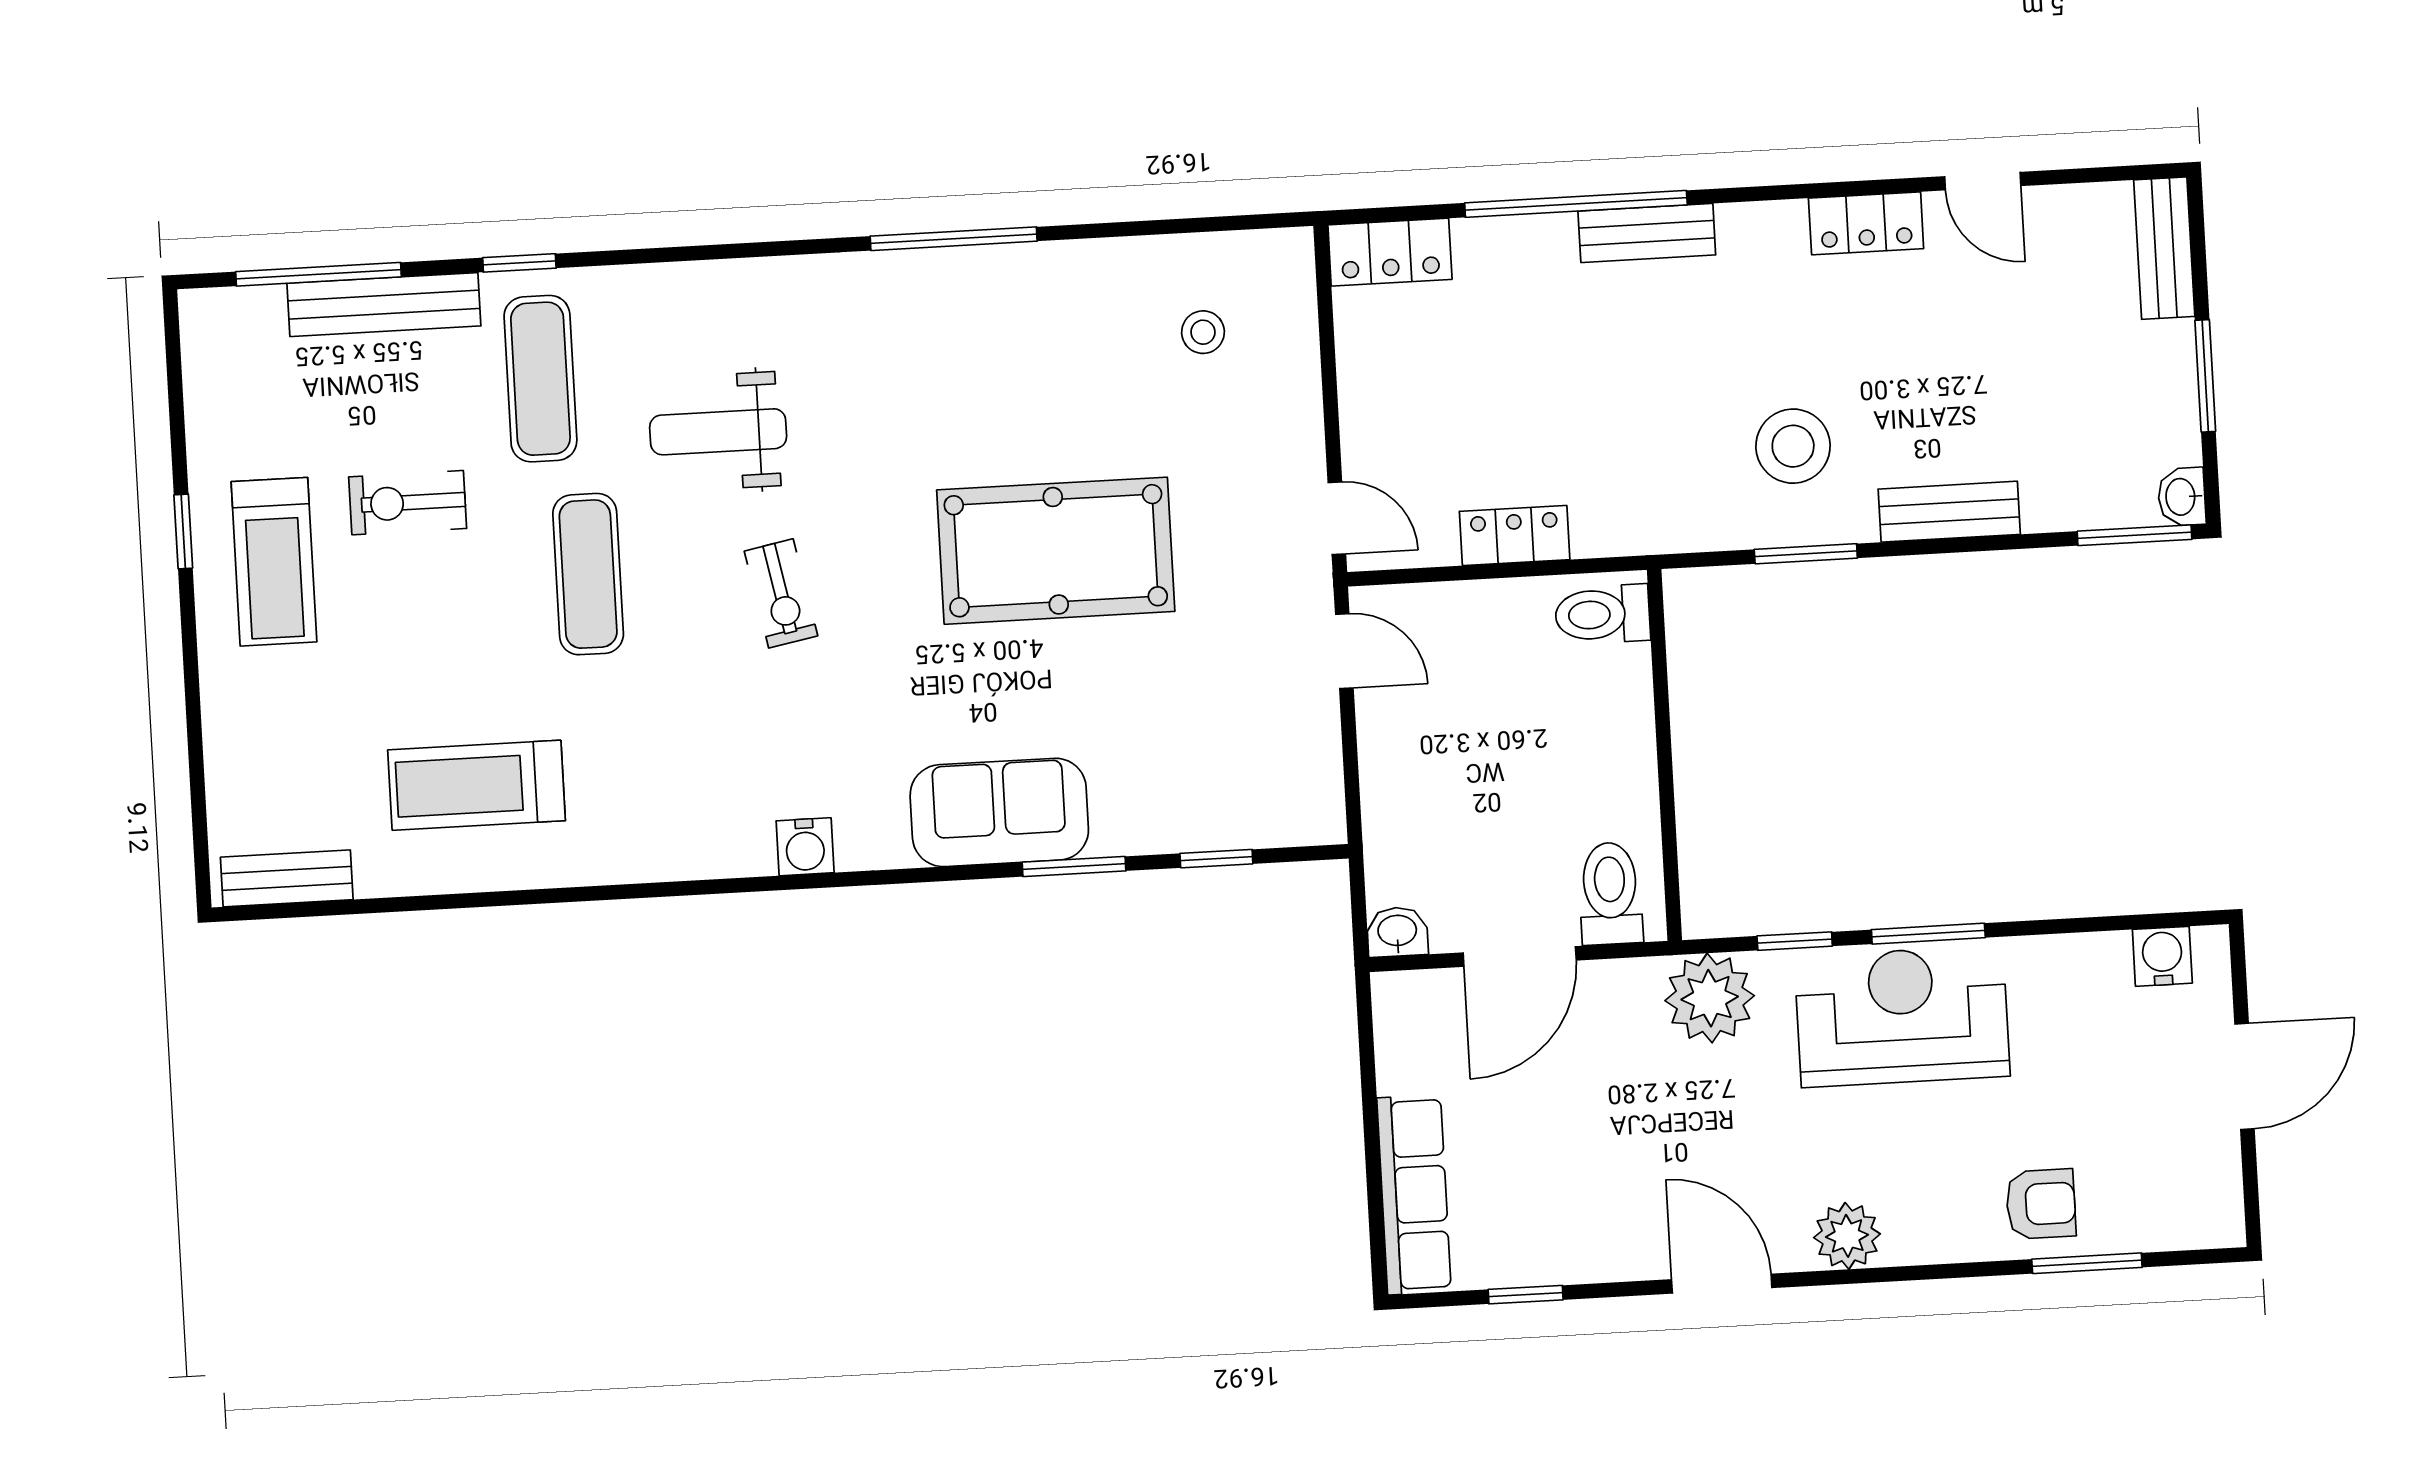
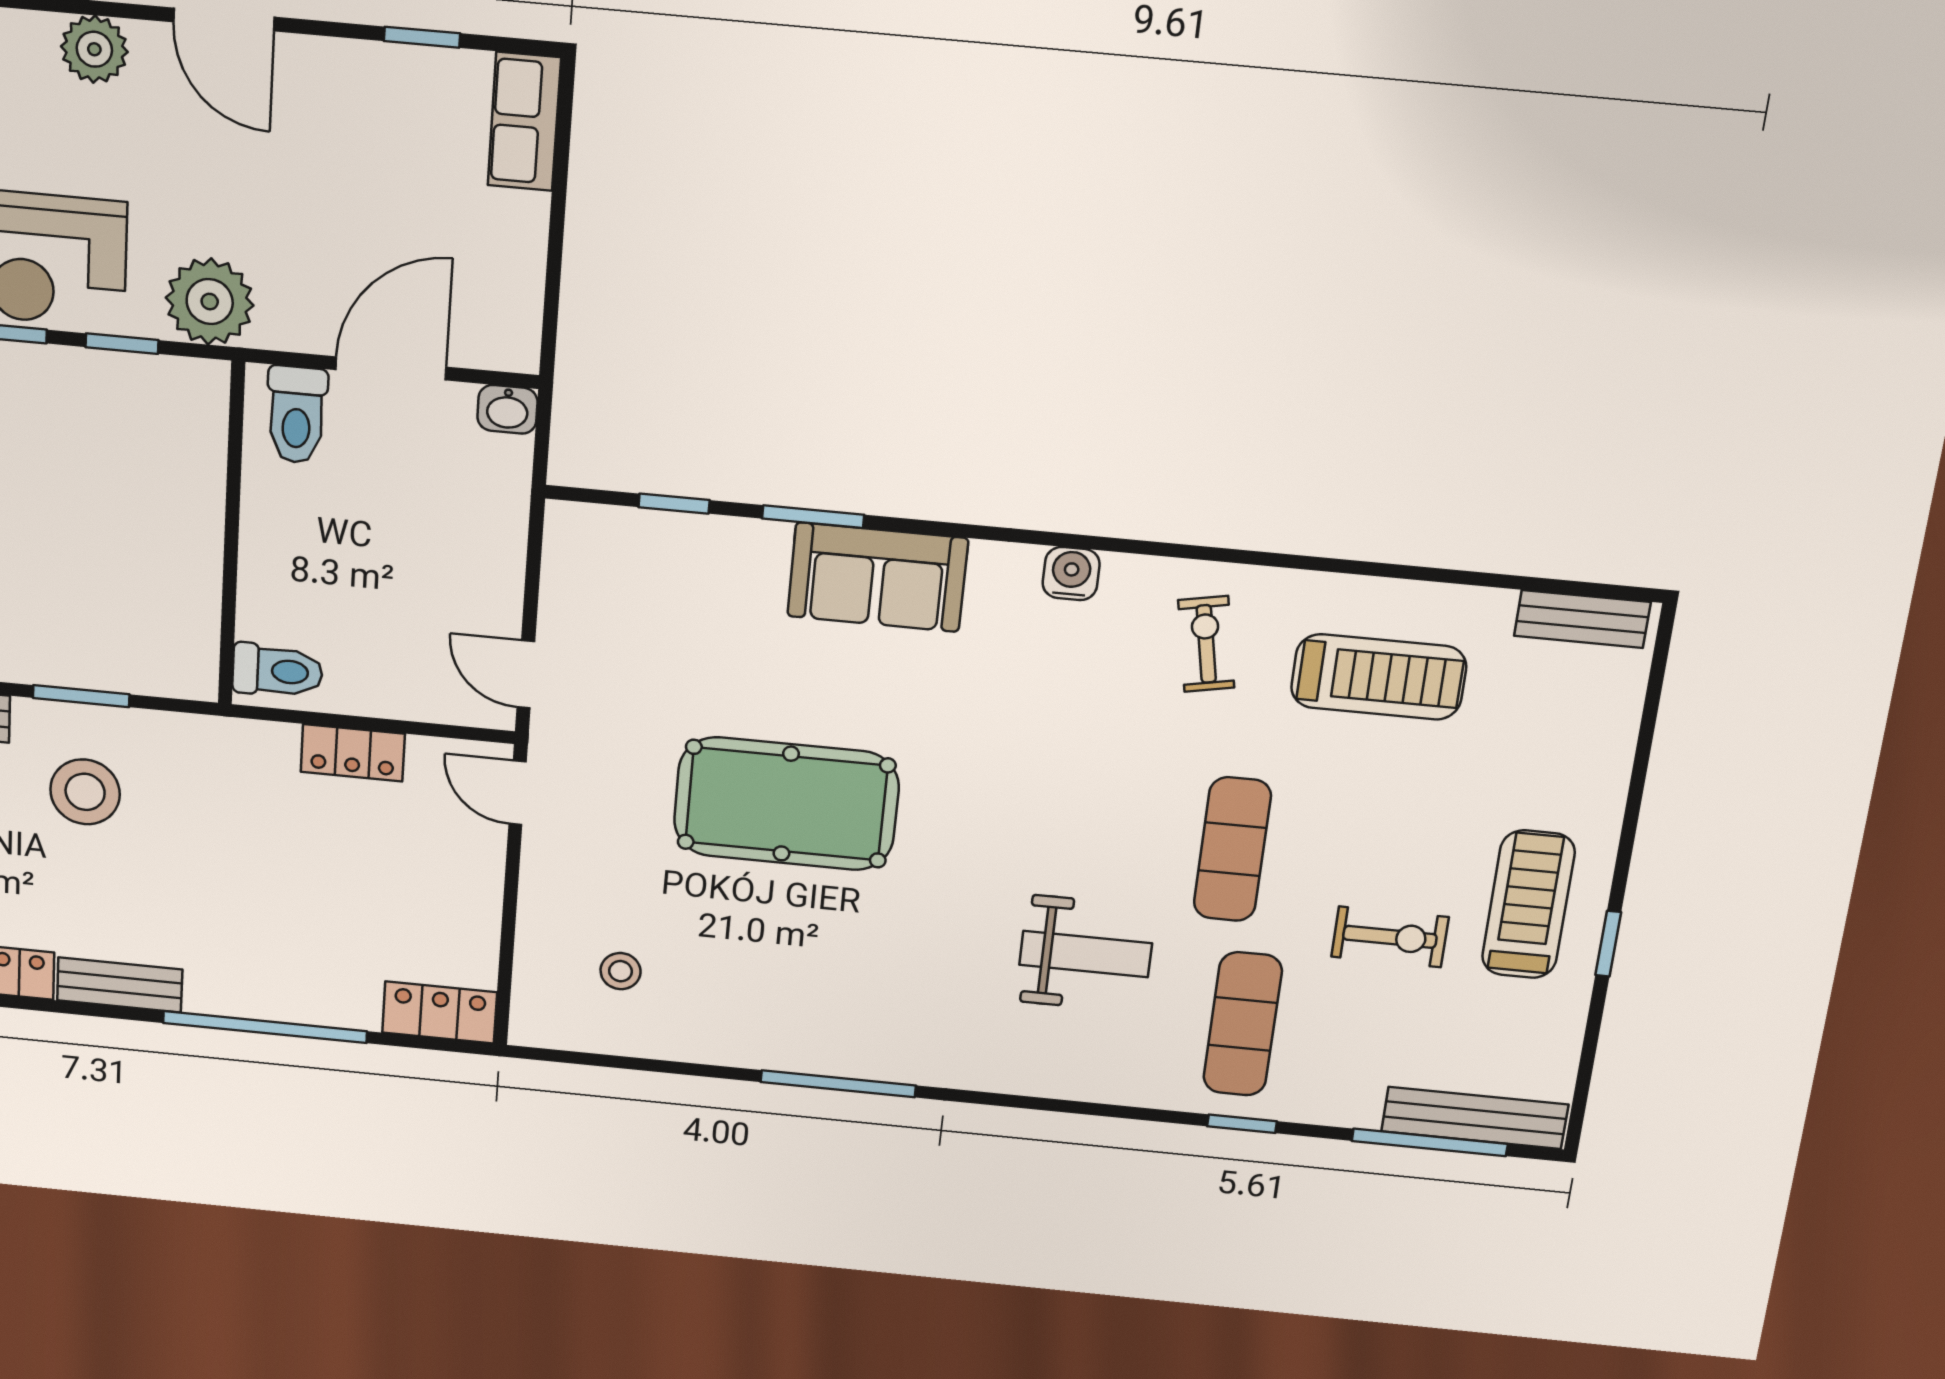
bench: (1647, 233) -> (120, 985), moved
bench: (384, 305) -> (1475, 1118), moved
exercise bike: (781, 593) -> (1206, 644), moved
row of seats: (1414, 1195) -> (524, 121), width x0.68

